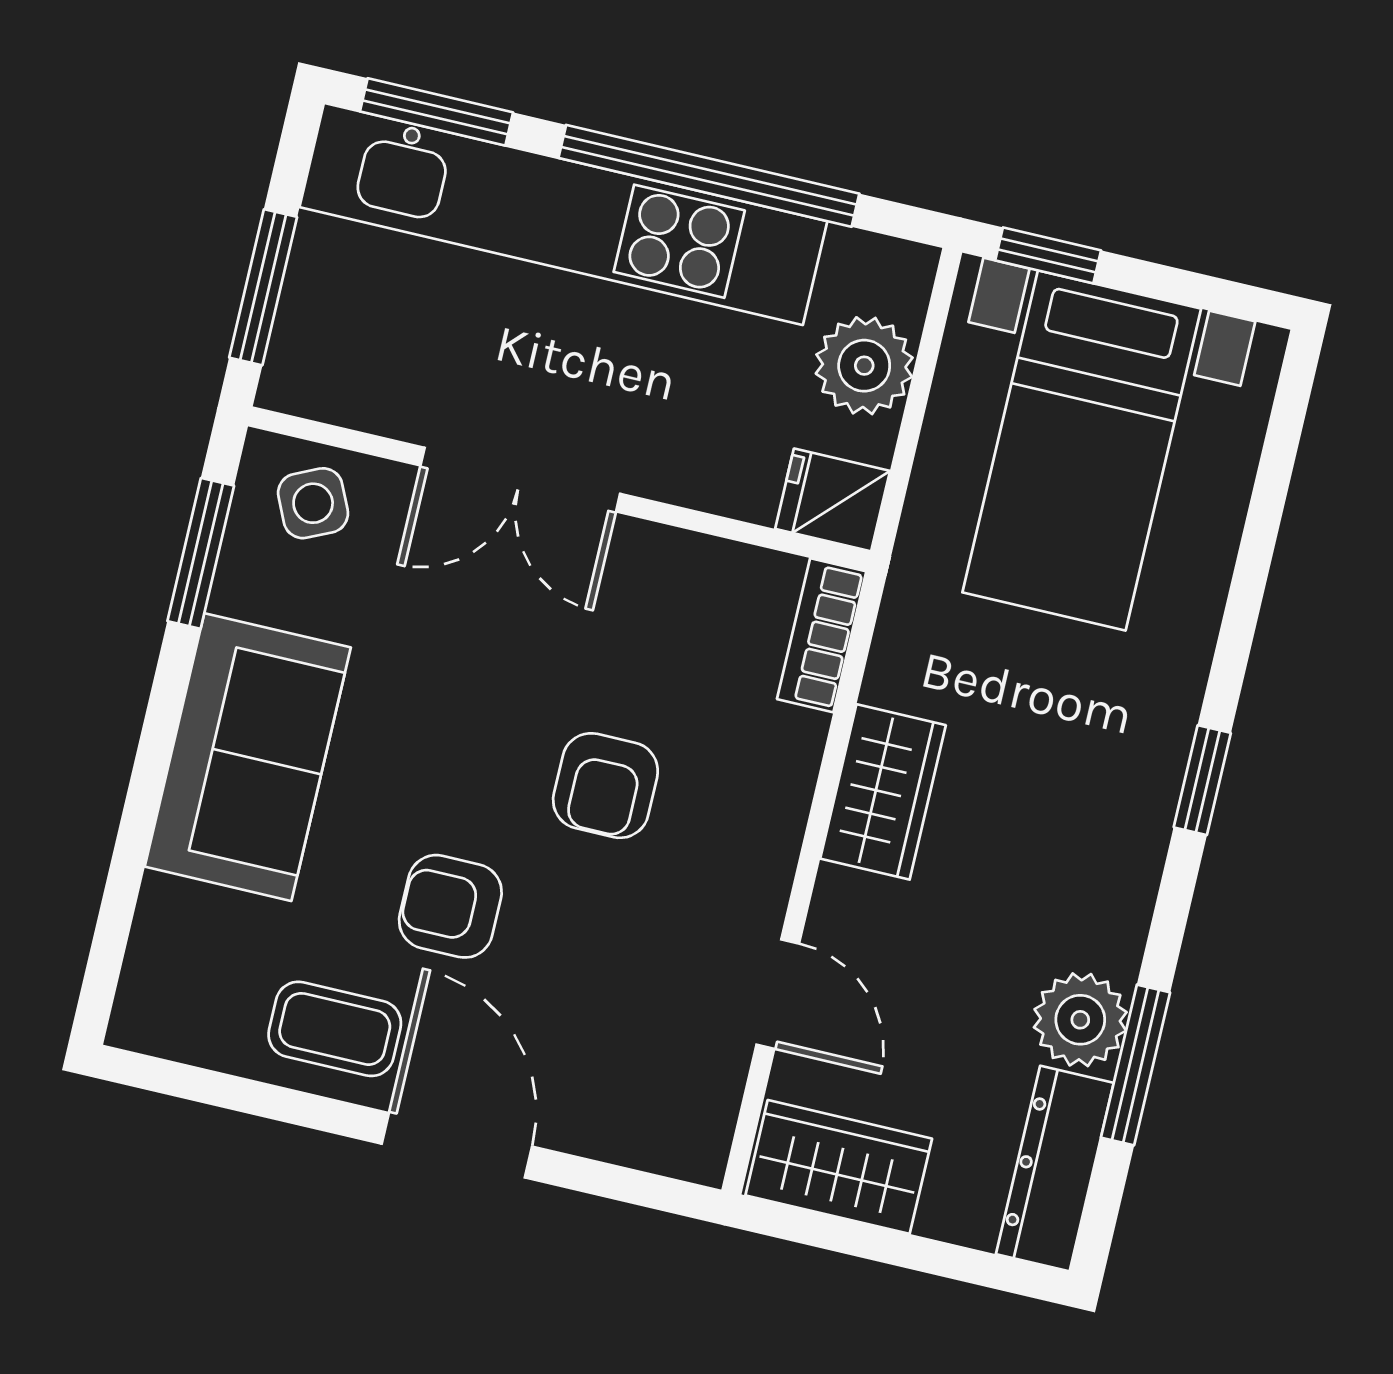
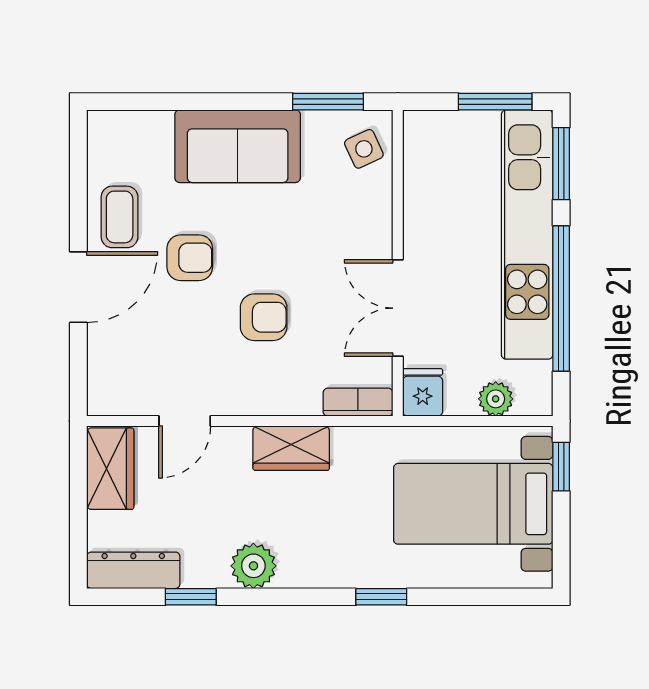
window: (263, 287) -> (495, 102), moved
plant: (864, 366) -> (496, 399), width x0.73, depth x0.73
double door: (520, 480) -> (398, 308), moved
window: (1202, 780) -> (381, 597), moved
armchair: (605, 786) -> (264, 317), turned 180
armchair: (450, 906) -> (190, 258), turned 90
plant: (1080, 1020) -> (253, 566), moved
window: (1135, 1065) -> (191, 597), width x0.67

